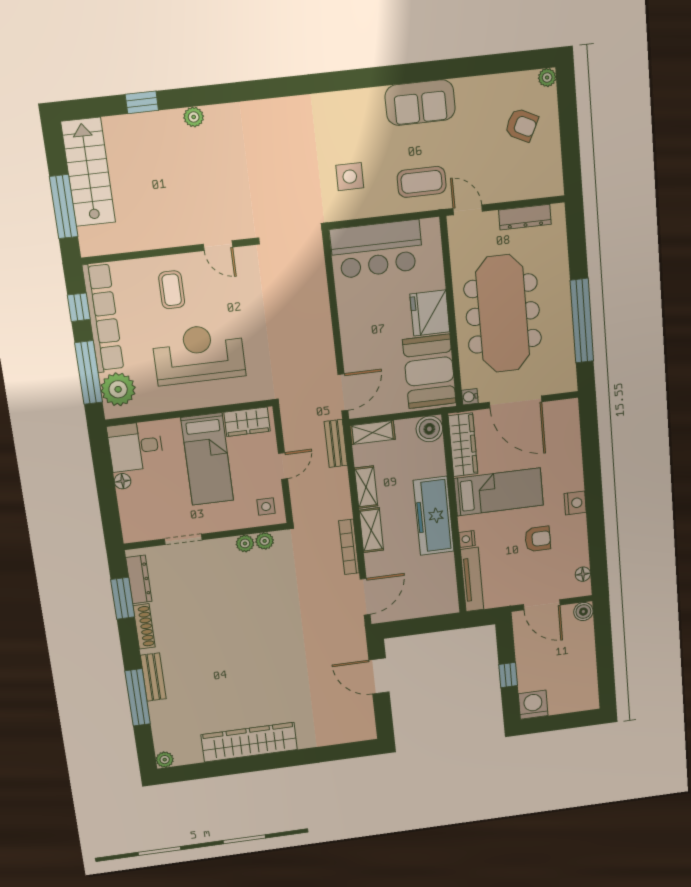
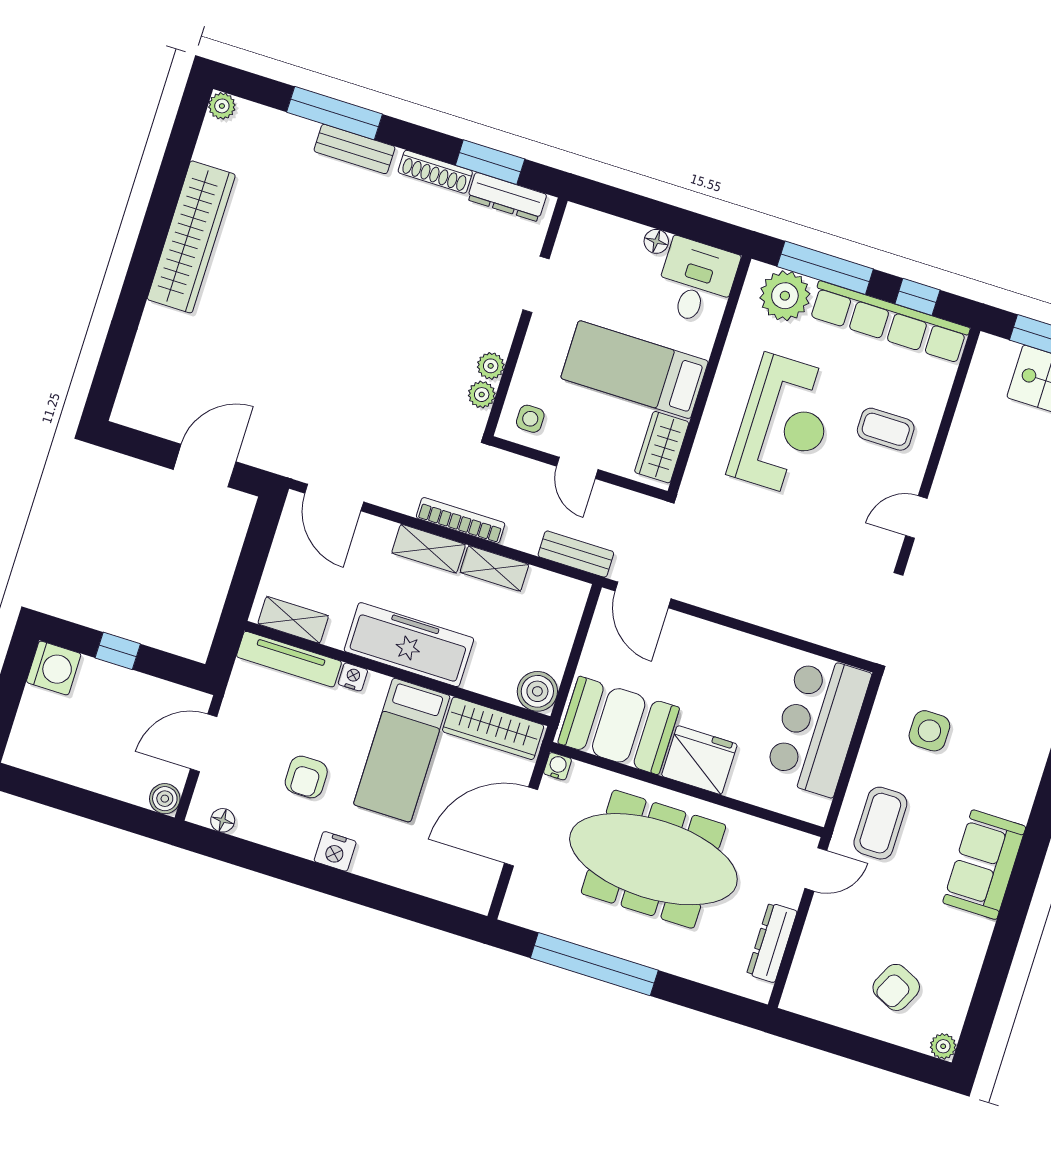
shelving: (373, 432) -> (293, 620), moved, turned 90
bookcase: (349, 547) -> (461, 520), moved

